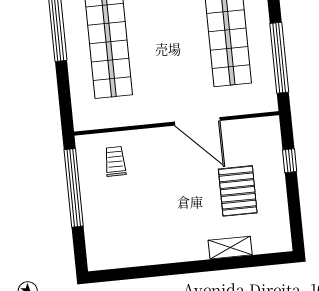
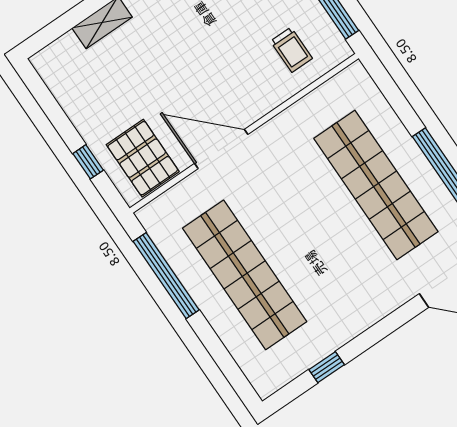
pallet: (238, 191) -> (143, 158), moved

